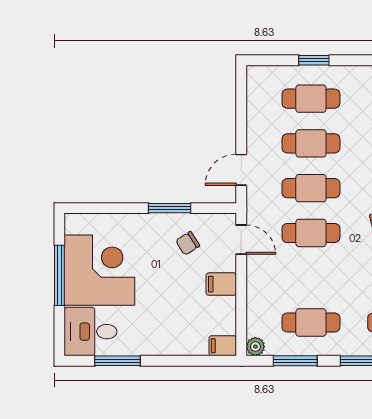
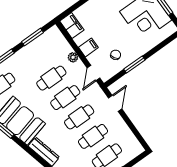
door: (241, 240) -> (94, 73), hinge flipped
cafe table: (311, 322) -> (51, 78), moved
filing cabinet: (223, 346) -> (72, 26), width x2.00
plant: (255, 347) -> (73, 57), moved

